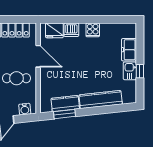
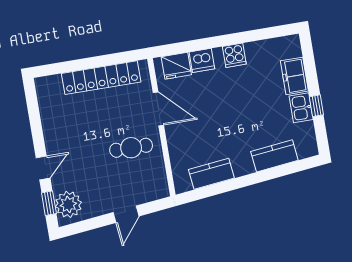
kitchen counter: (101, 100) -> (274, 156), width x0.67
water cooler: (25, 109) -> (151, 193), removed
window: (64, 114) -> (213, 190), removed

